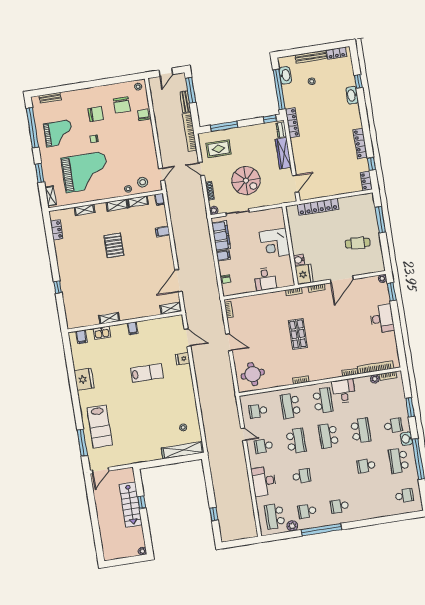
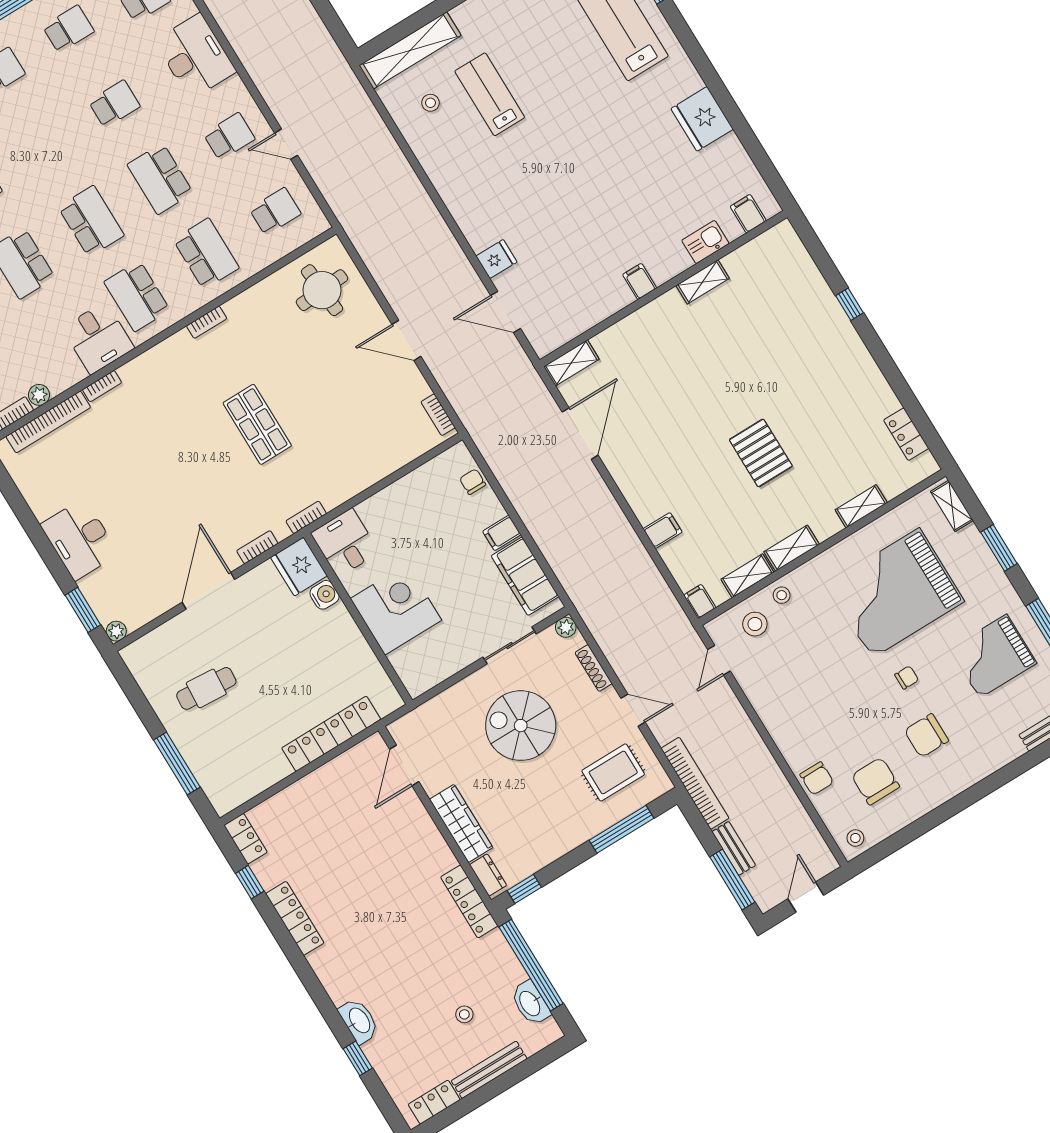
desk: (265, 279) -> (345, 543), moved
lab bench: (147, 373) -> (490, 94), moved, turned 90
school desk: (302, 476) -> (114, 104), turned 180

